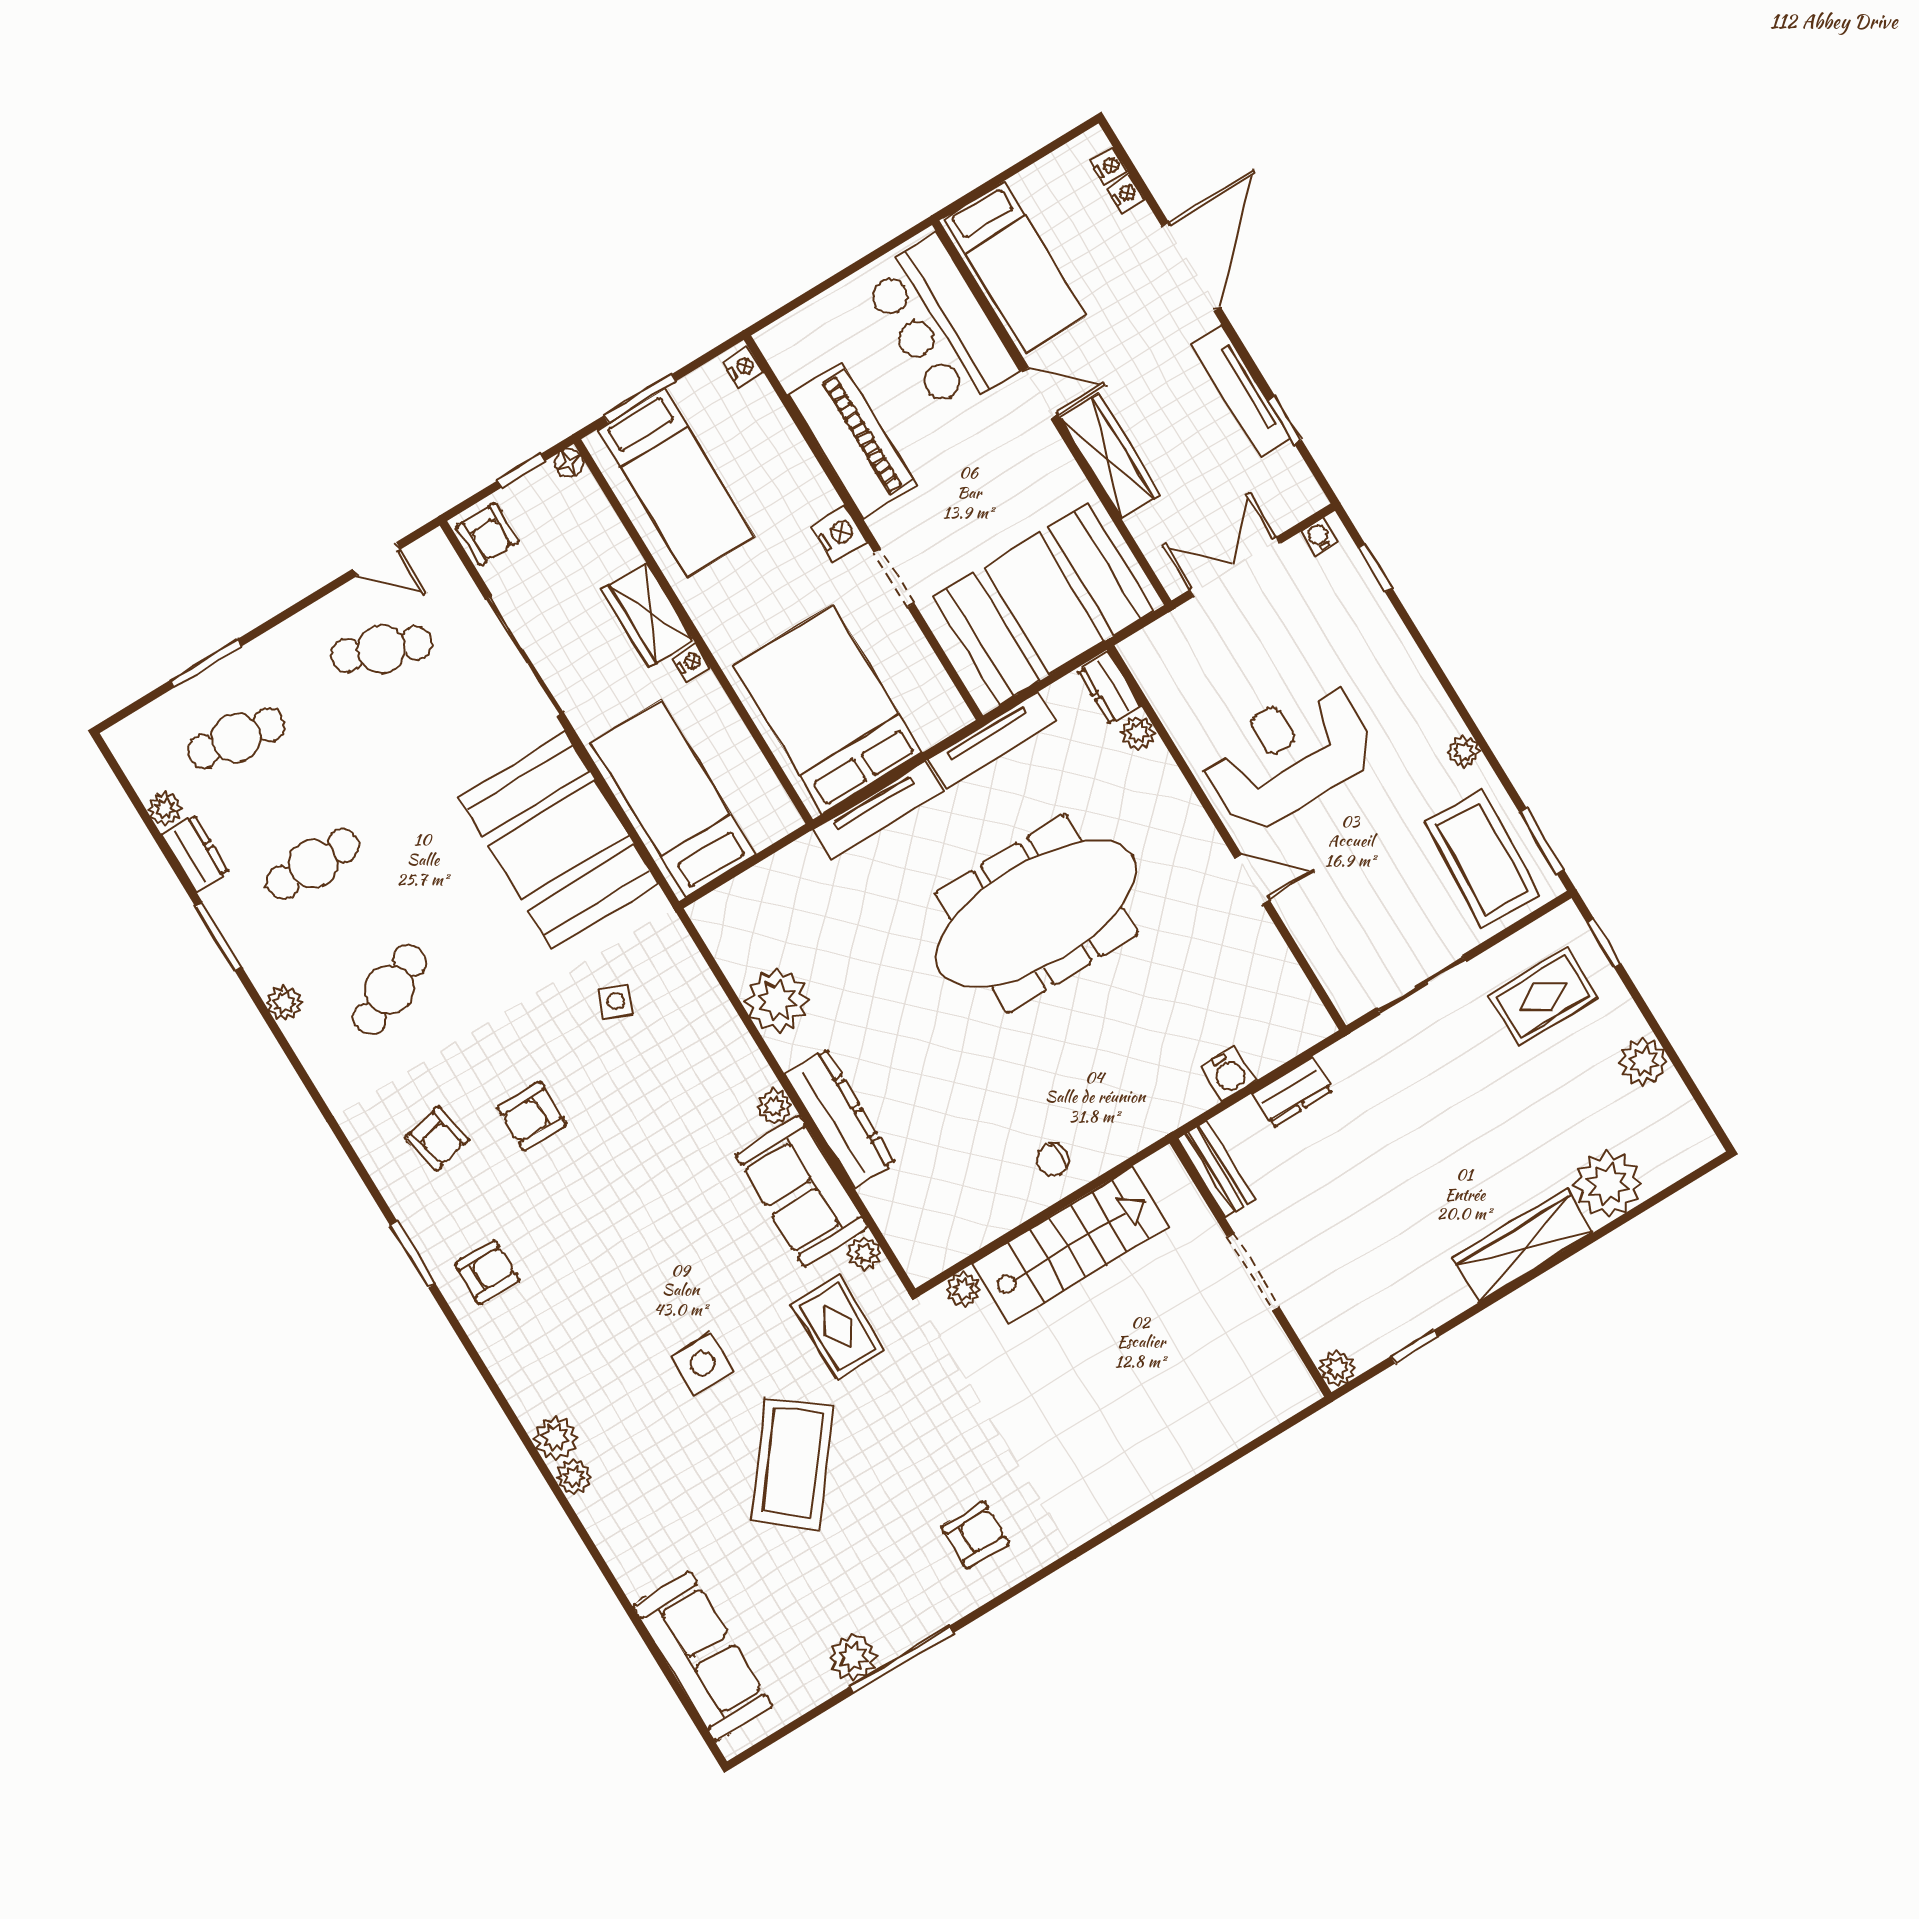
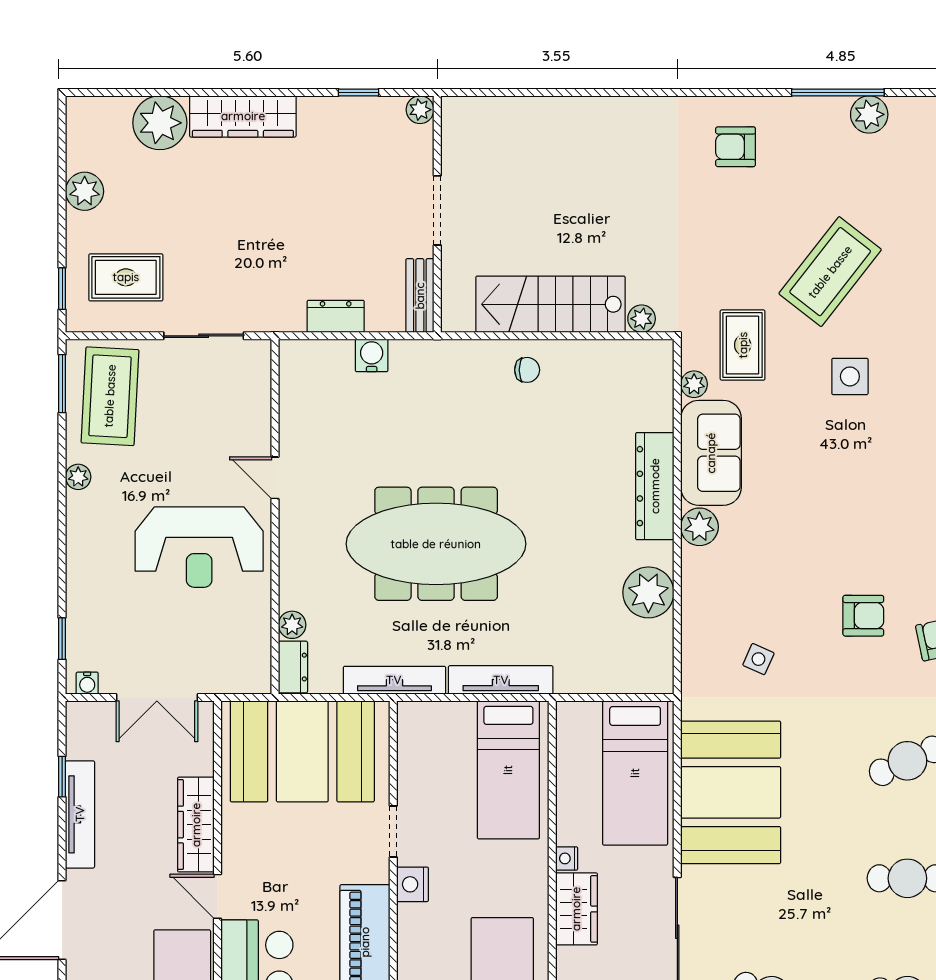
bed: (828, 709) -> (508, 770), width x0.67
plant: (774, 1106) -> (699, 527), width x1.38, depth x1.38

